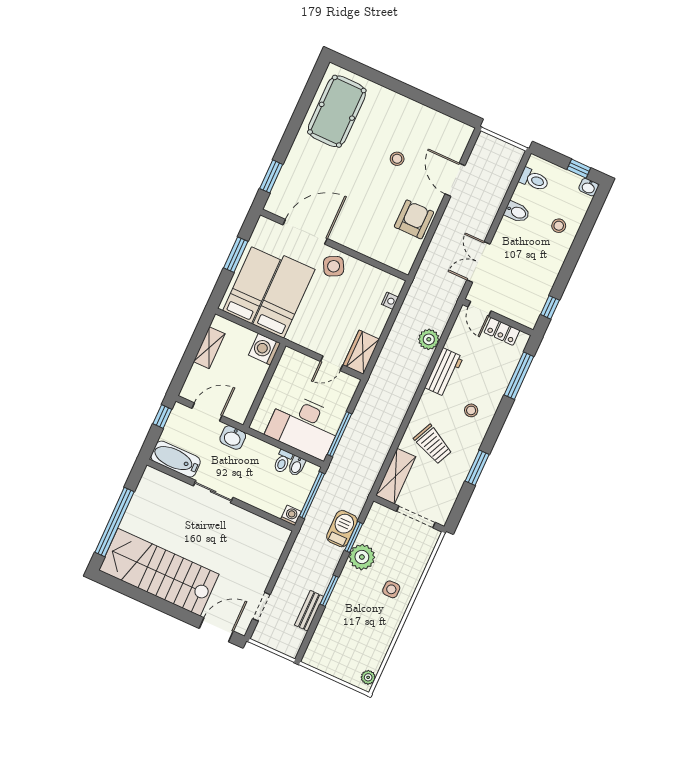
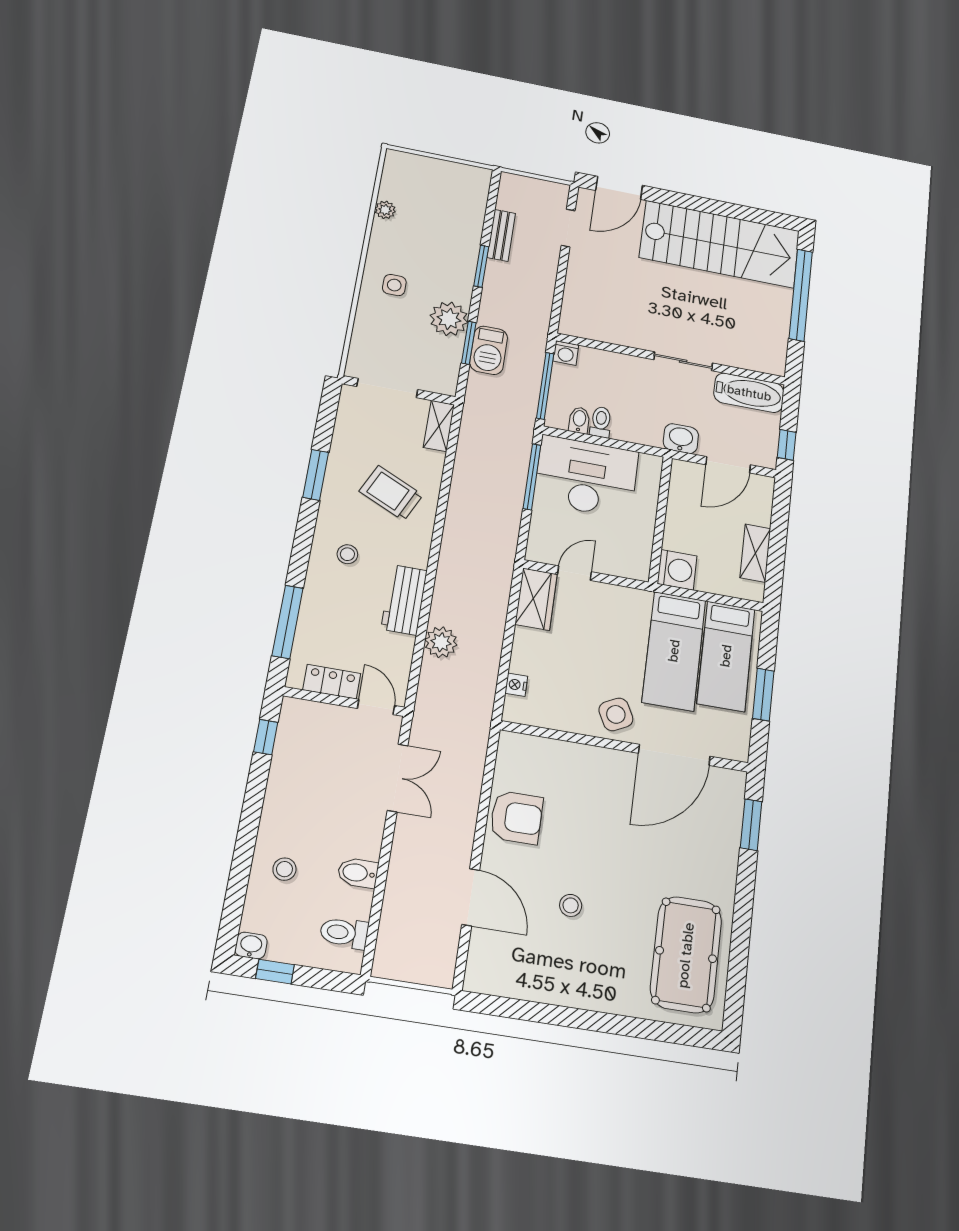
armchair: (414, 219) -> (516, 817), turned -90
shelving: (396, 476) -> (439, 426), width x0.67, depth x0.75
plant: (368, 677) -> (385, 210), moved

